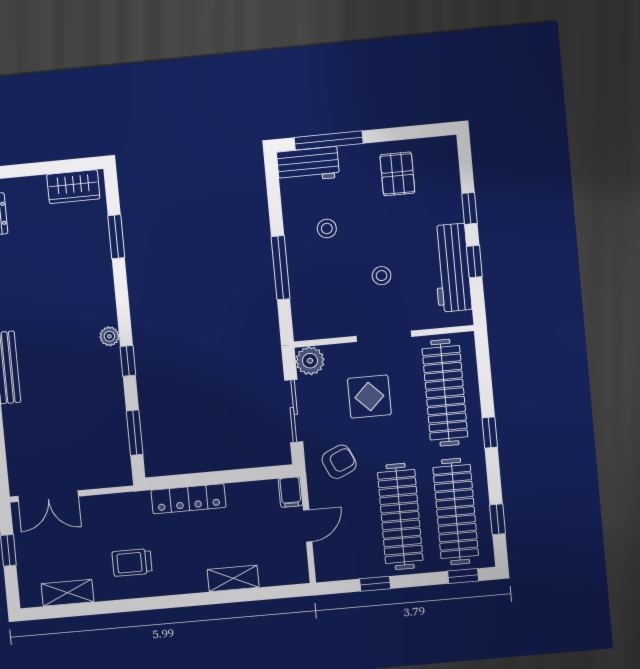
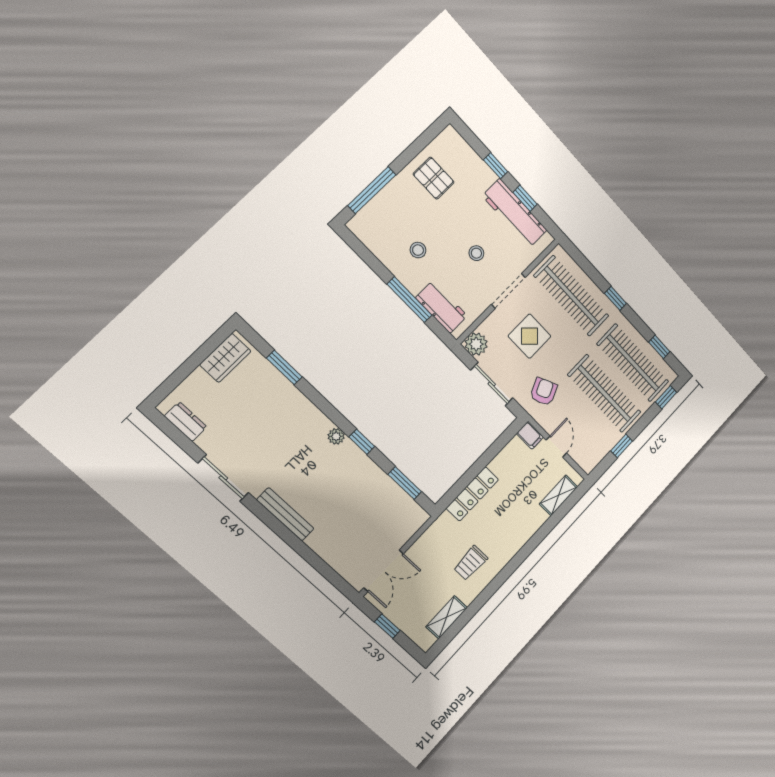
workbench: (308, 165) -> (442, 307), moved, turned -90
shelving: (233, 578) -> (559, 495), moved

